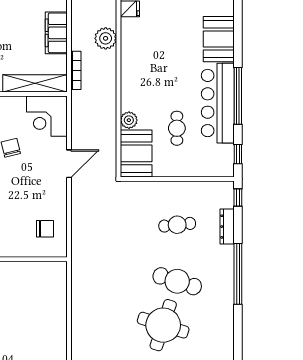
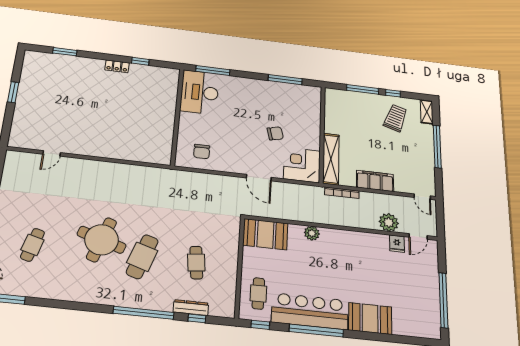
plant: (106, 38) -> (389, 222), moved
plant: (129, 120) -> (312, 233), moved
cafe table: (177, 128) -> (258, 293), moved, turned 90
window: (238, 198) -> (197, 318), moved

